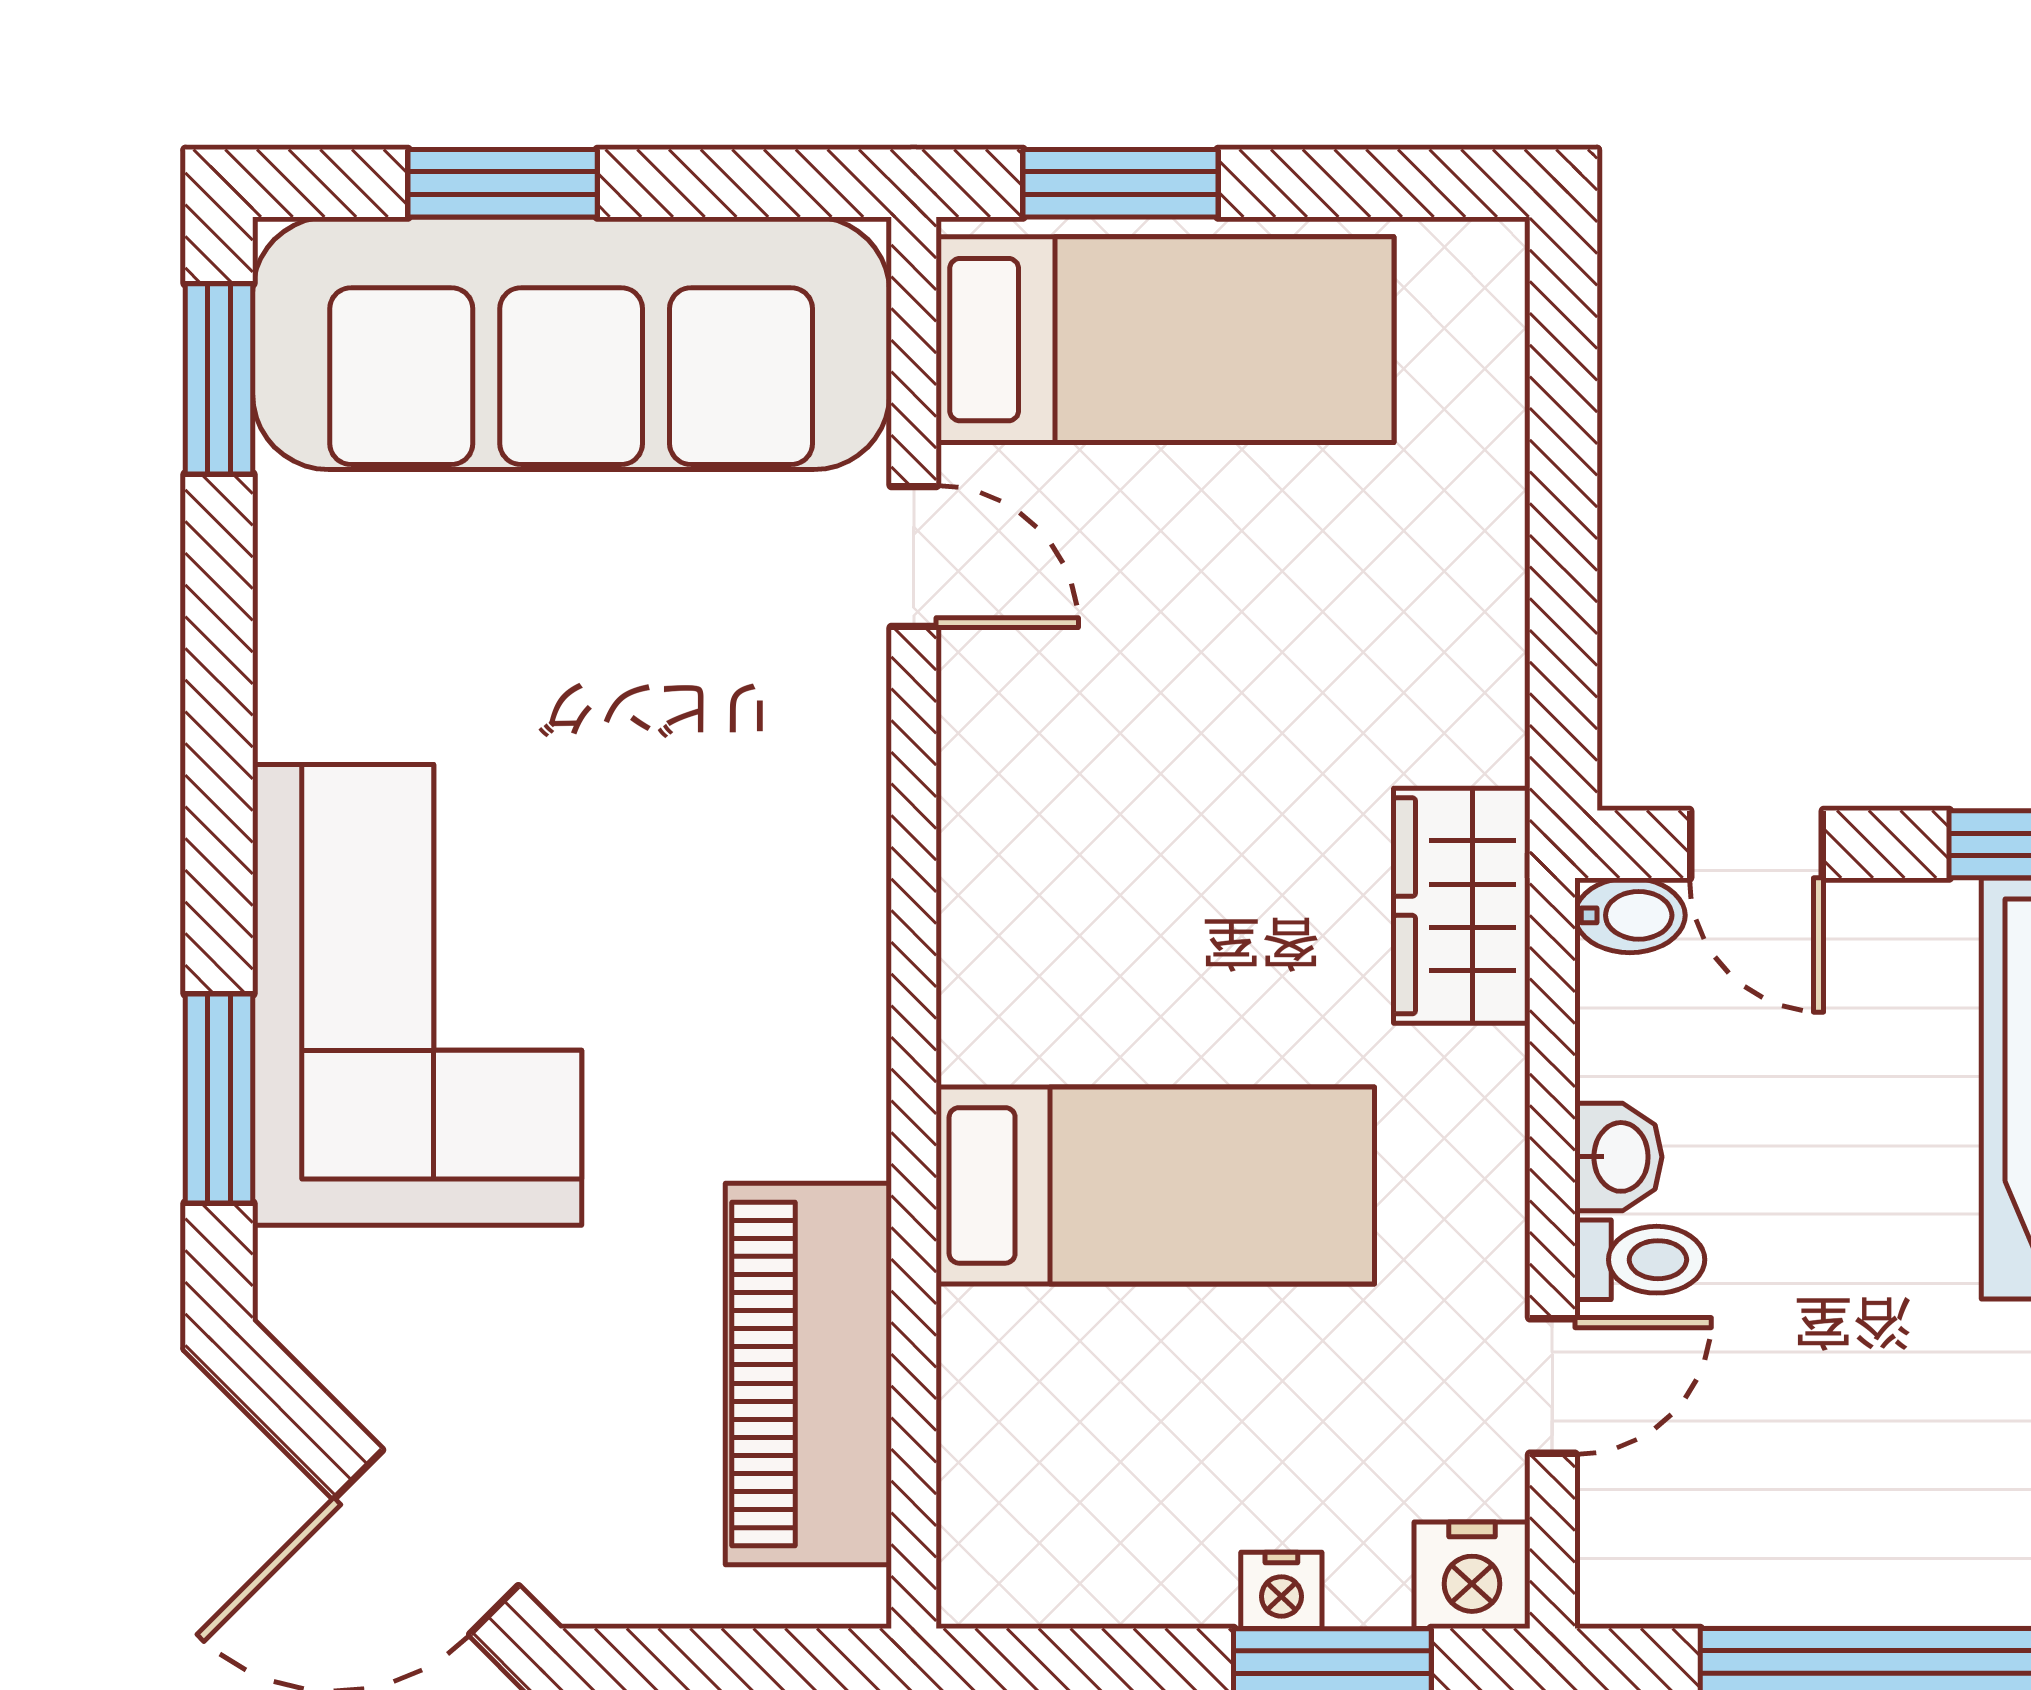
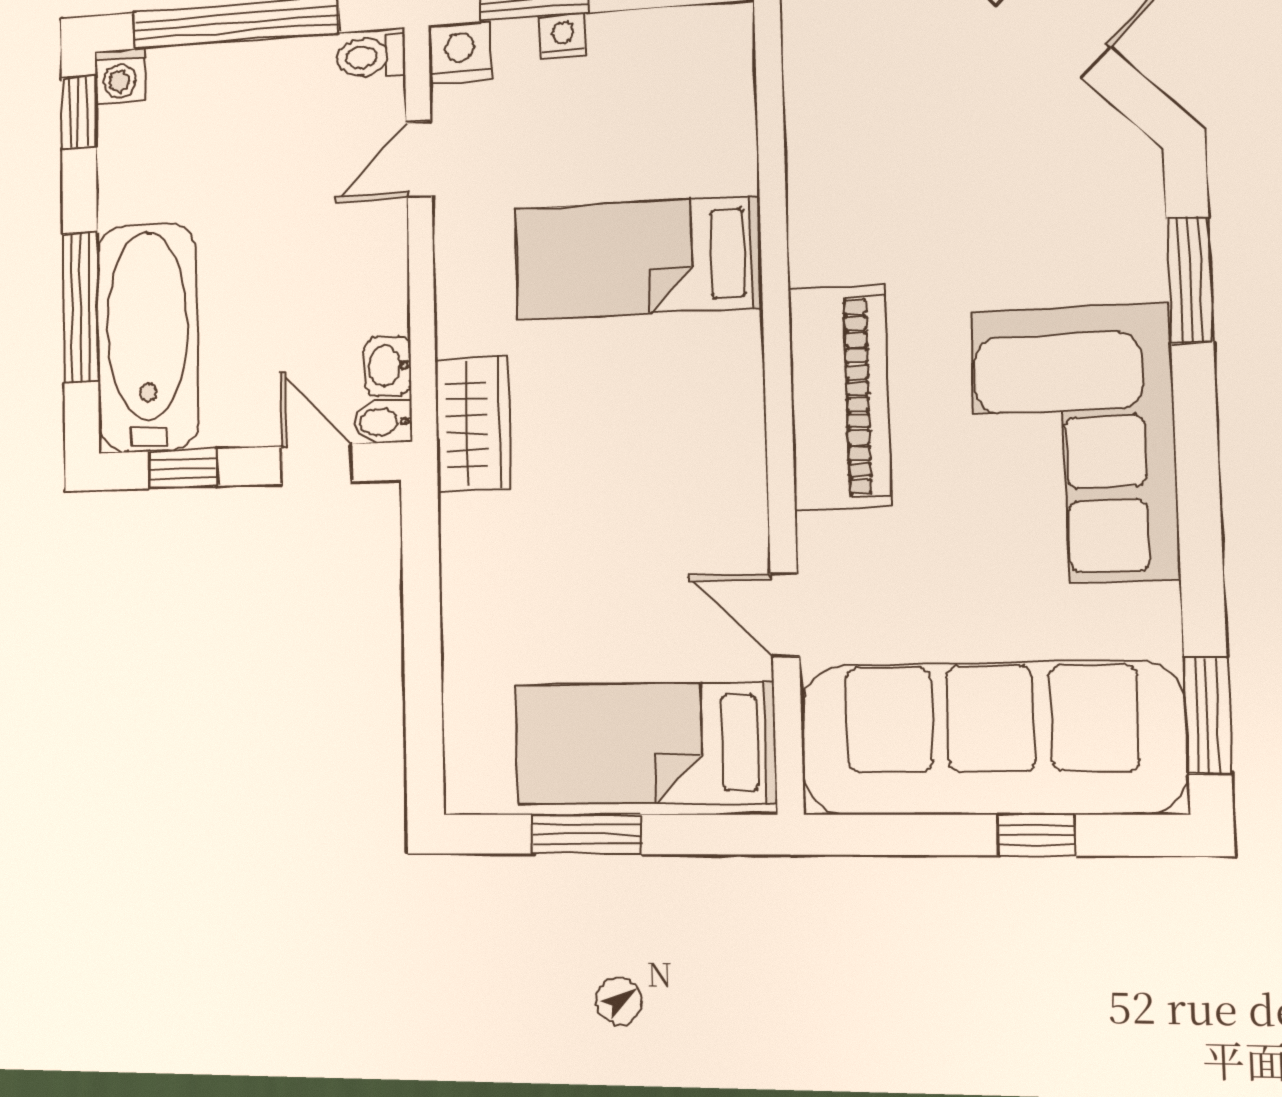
window: (503, 183) -> (1036, 835), width x0.67
window: (1120, 183) -> (587, 834), moved
corner sofa: (417, 995) -> (1074, 444), moved
washbasin: (1618, 1157) -> (388, 366), moved
toilet: (1640, 1260) -> (371, 57), moved
piano: (808, 1374) -> (839, 397), moved

